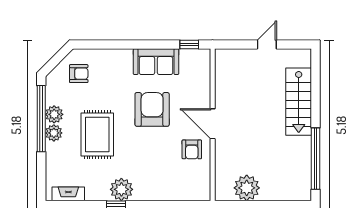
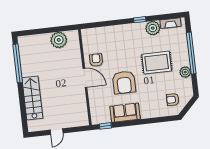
window: (41, 119) -> (191, 53), moved
plant: (54, 133) -> (184, 60), removed
rug: (97, 135) -> (157, 63), turned 90
plant: (121, 189) -> (153, 28), moved

